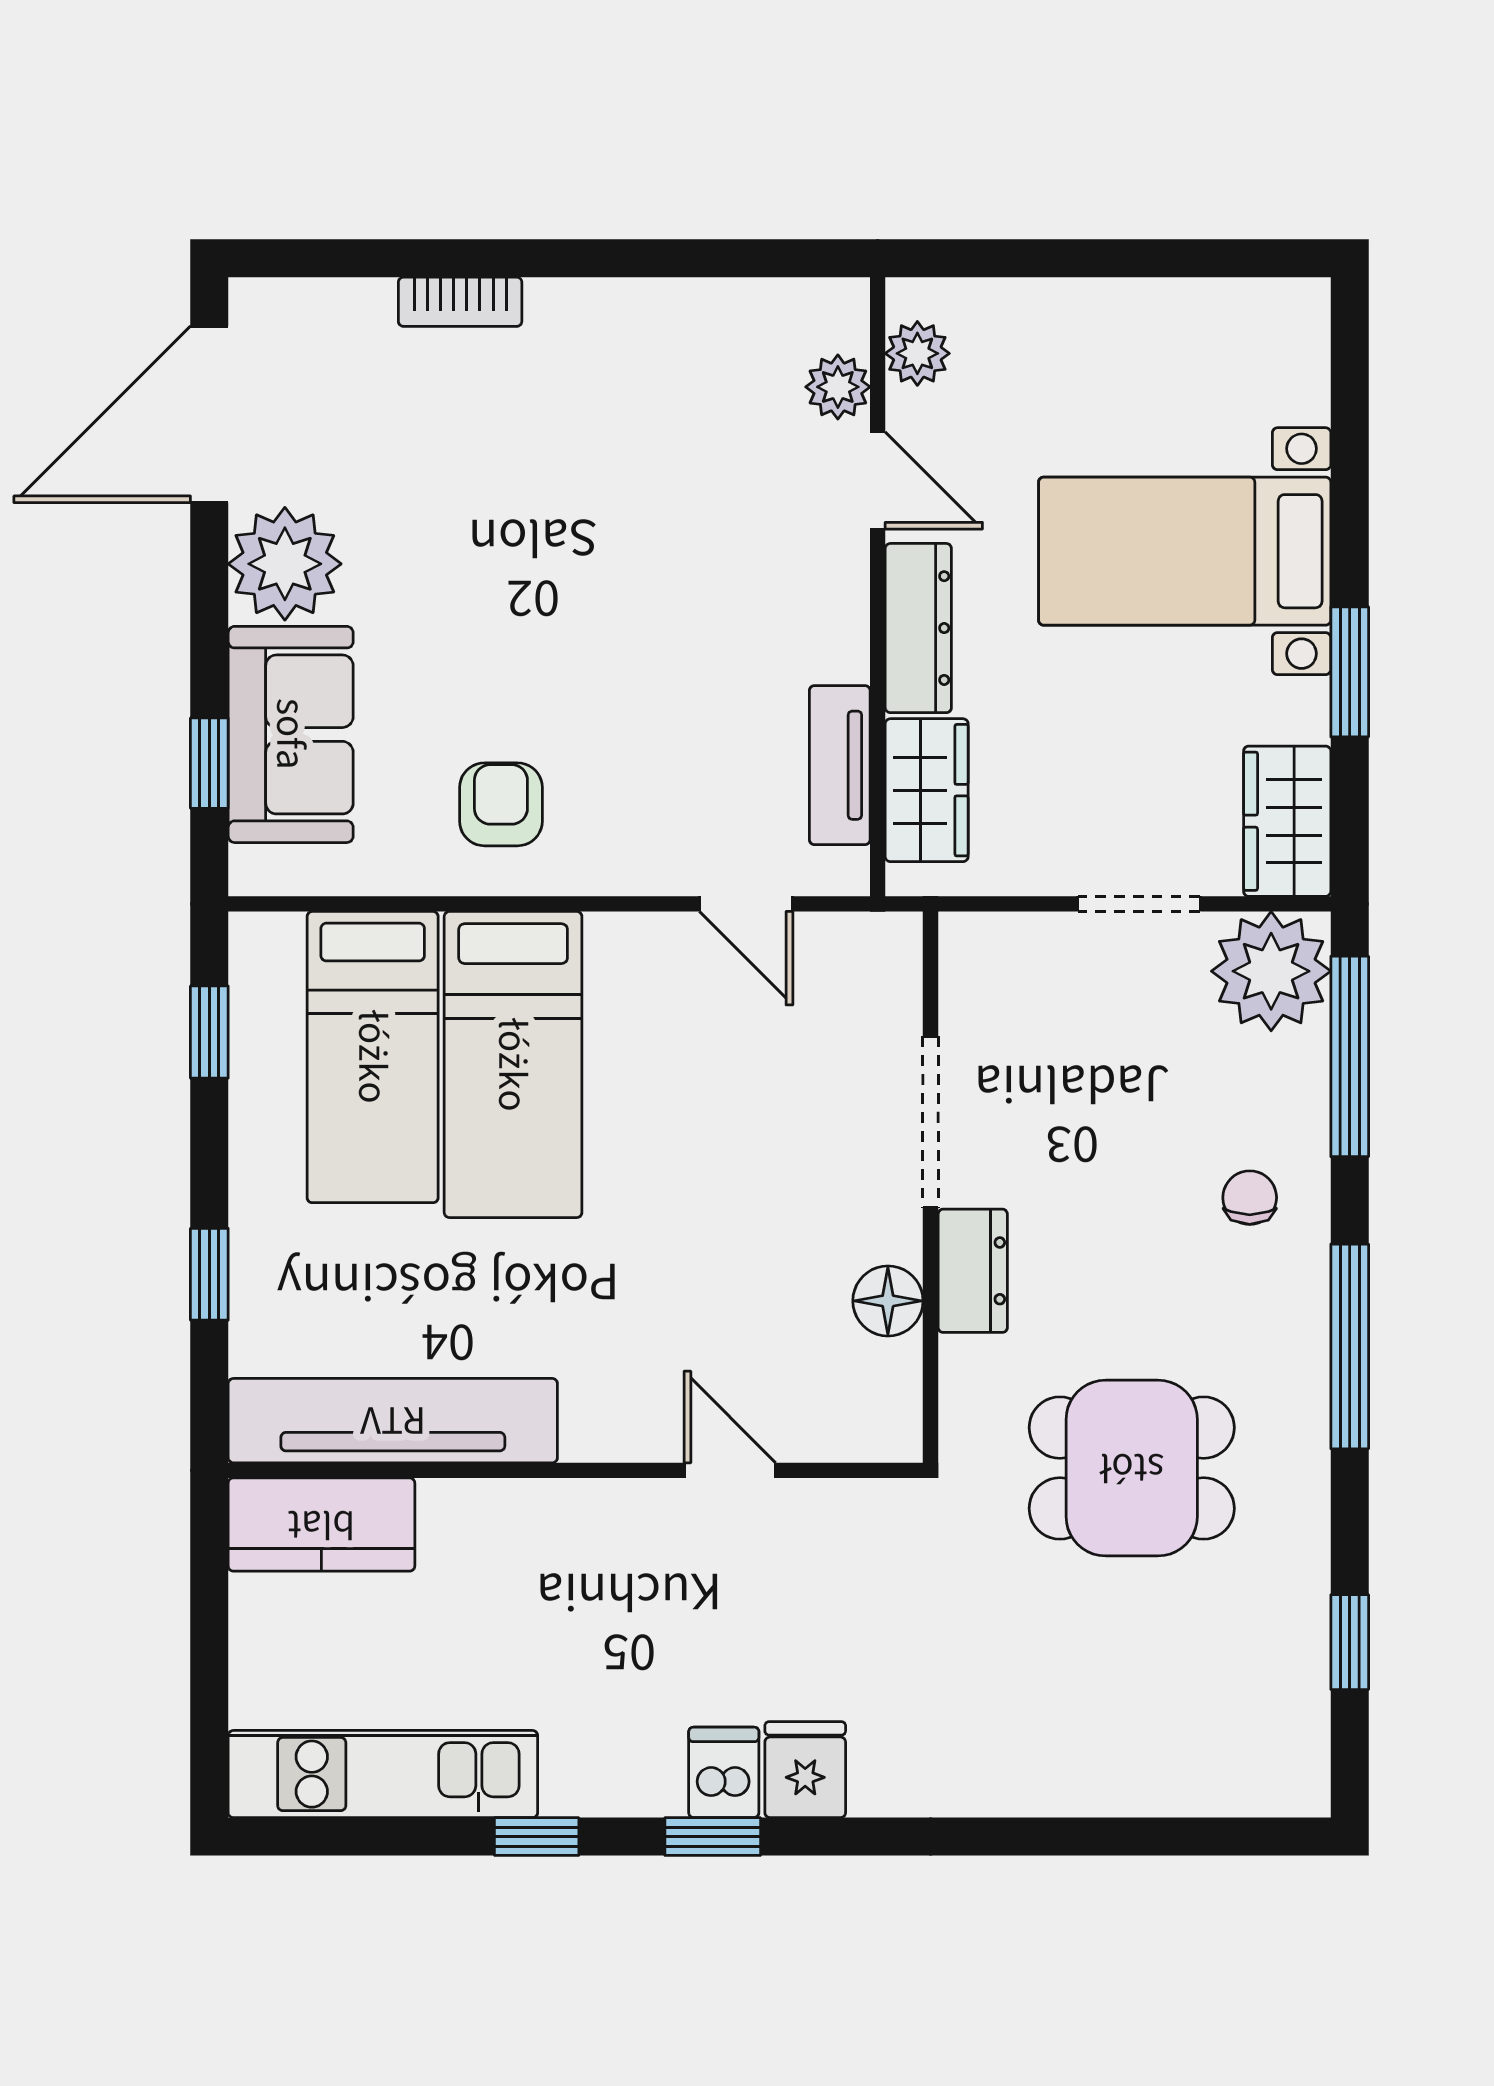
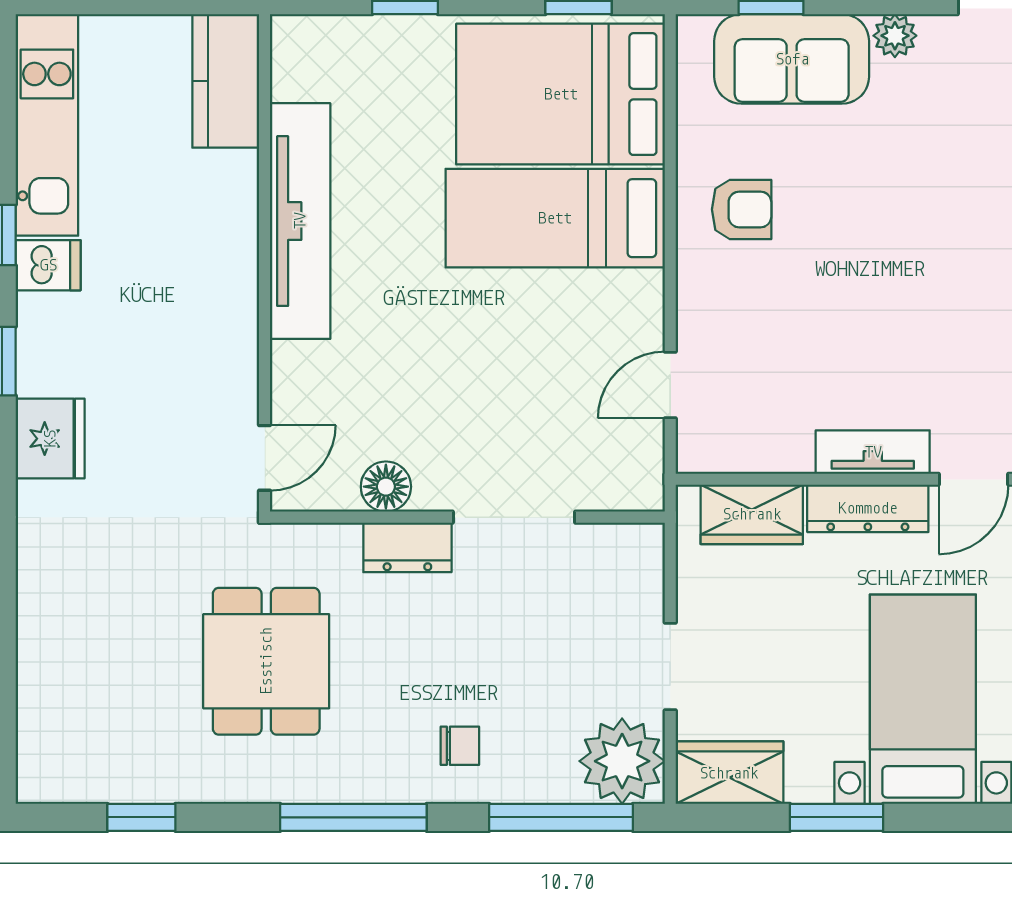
plant: (285, 564) -> (895, 36), width x0.53, depth x0.53
tv unit: (840, 765) -> (873, 452), moved
bed: (373, 1057) -> (561, 94), width x1.50
tv unit: (393, 1421) -> (300, 221), moved
door: (730, 1470) -> (265, 458), moved
fridge: (805, 1770) -> (50, 439), width x1.38
dishwasher: (724, 1772) -> (48, 265), moved

